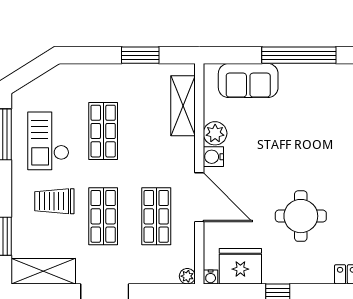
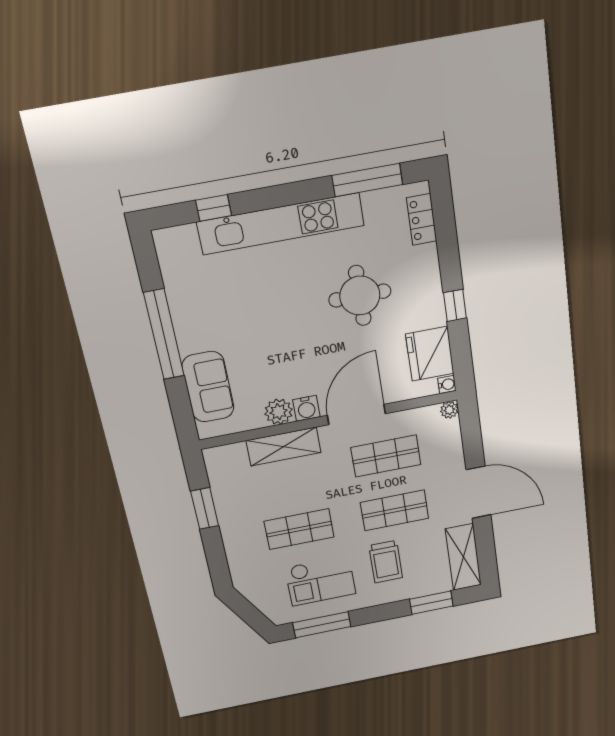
shelving: (183, 106) -> (284, 447), moved

